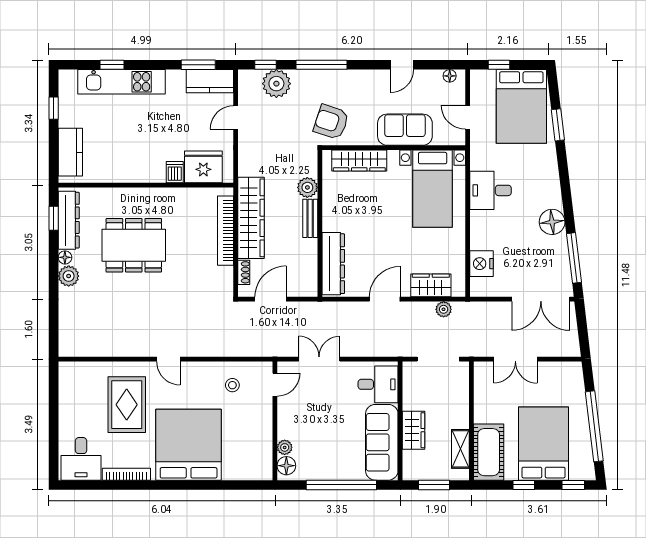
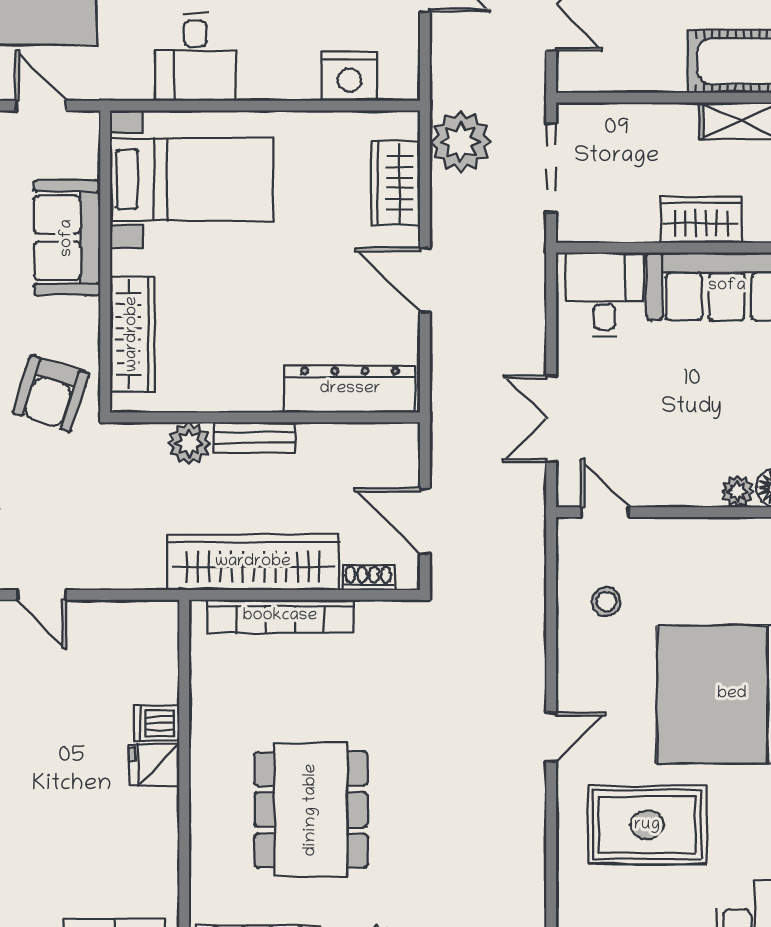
door: (468, 117) -> (41, 106), swing flipped
fridge: (203, 167) -> (154, 765), moved, width x0.53, depth x0.75
plant: (444, 309) -> (461, 142), width x1.87, depth x1.87

